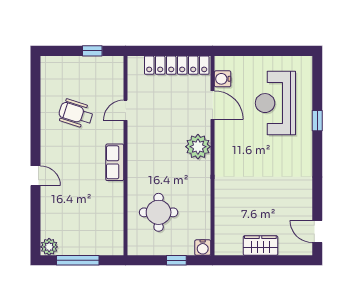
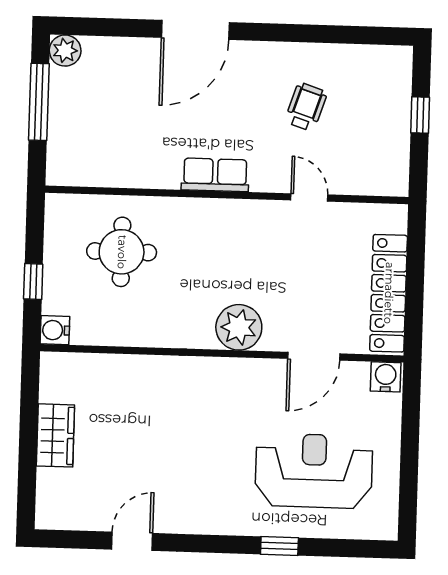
window: (92, 51) -> (420, 115), moved
water cooler: (223, 79) -> (386, 377), moved
wheelchair: (76, 114) -> (306, 107), width x0.73, depth x0.73
door: (36, 176) -> (195, 30), width x1.88
door: (317, 231) -> (132, 541), moved

